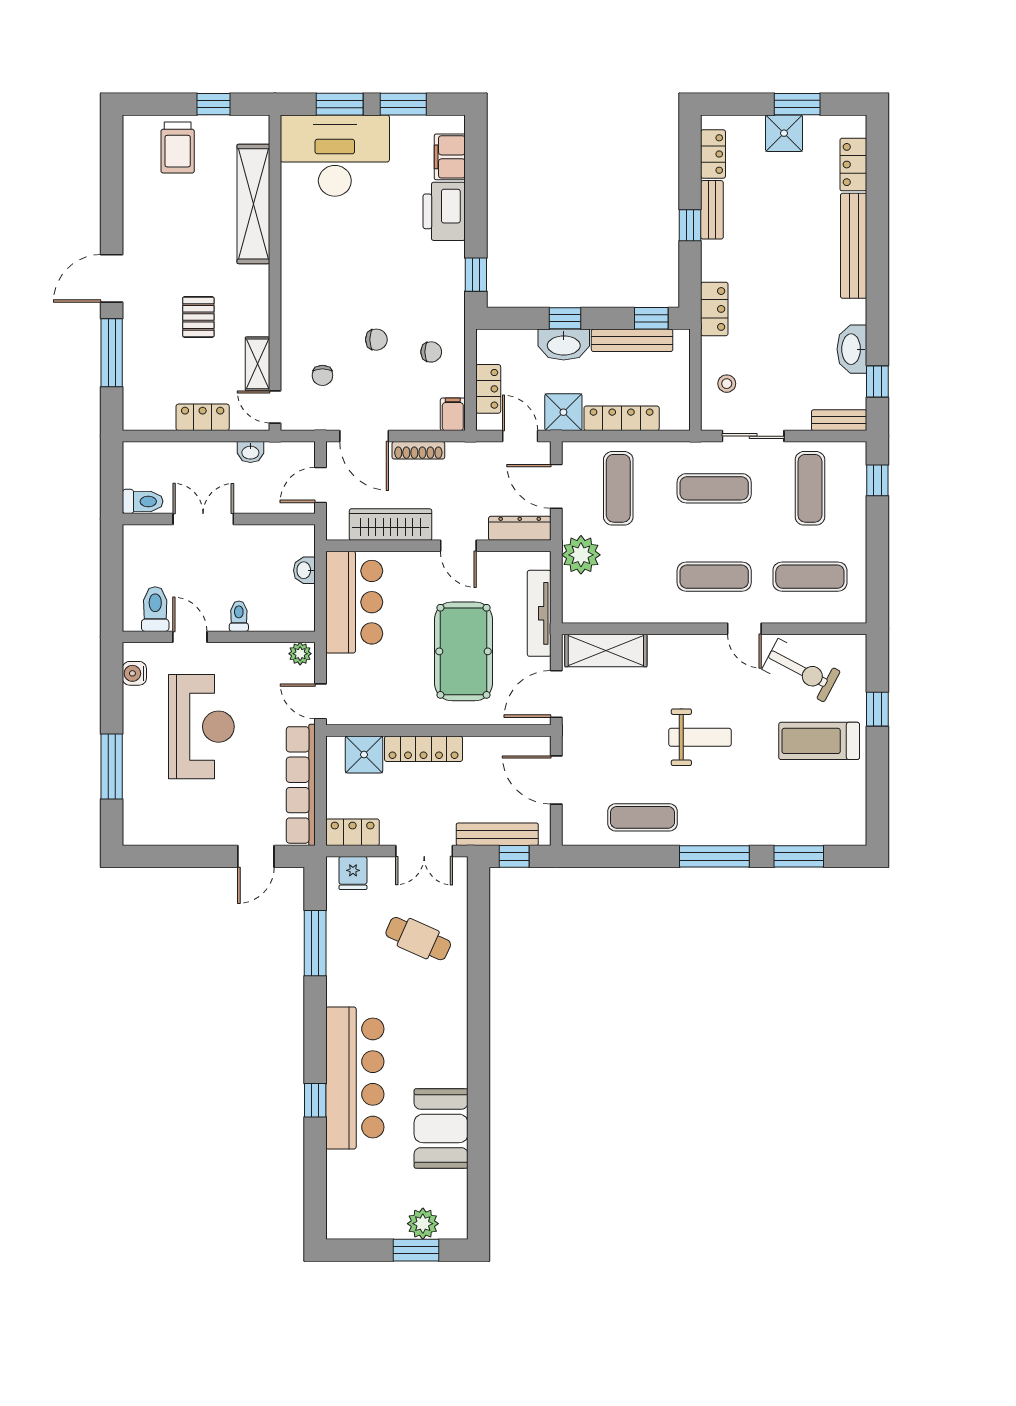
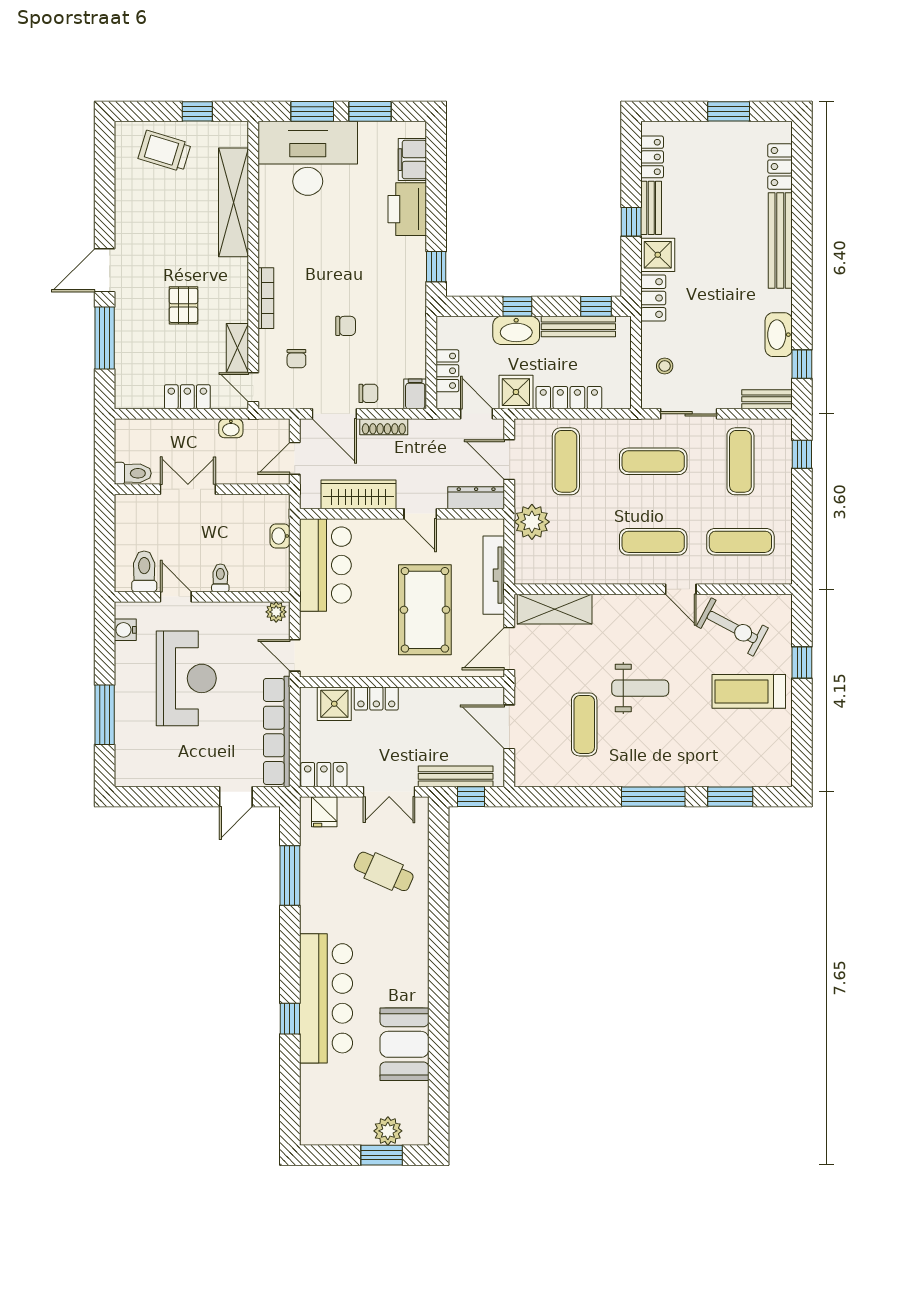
shower: (784, 133) -> (658, 255), moved
trolley: (178, 148) -> (165, 151), turned 107
bookcase: (289, 309) -> (266, 298), added
chair: (431, 352) -> (368, 393), moved
locker: (424, 749) -> (376, 699), width x0.66
exercise mat: (642, 817) -> (584, 724), moved, turned 90

